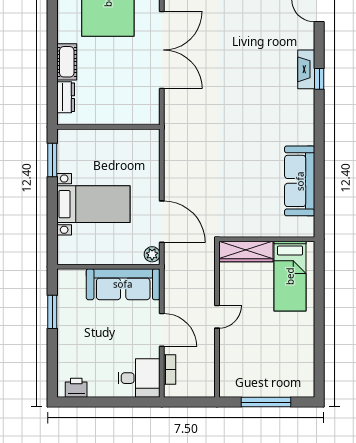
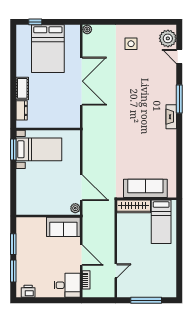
fireplace: (306, 69) -> (171, 117), moved
window: (319, 79) -> (179, 99), width x2.17
sofa: (300, 181) -> (145, 188), moved, turned 90
bed with nightstands: (93, 204) -> (39, 149), moved
sofa: (123, 284) -> (63, 227), width x0.73
door: (217, 317) -> (116, 271), moved
window: (52, 355) -> (13, 271), added

